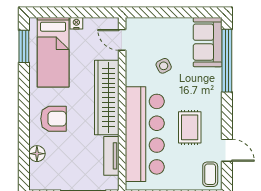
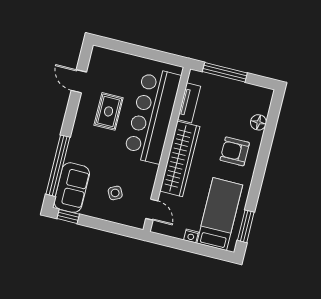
window: (204, 12) -> (68, 216), added
side table: (164, 66) -> (115, 193), moved
coffee table: (210, 174) -> (100, 63), removed

